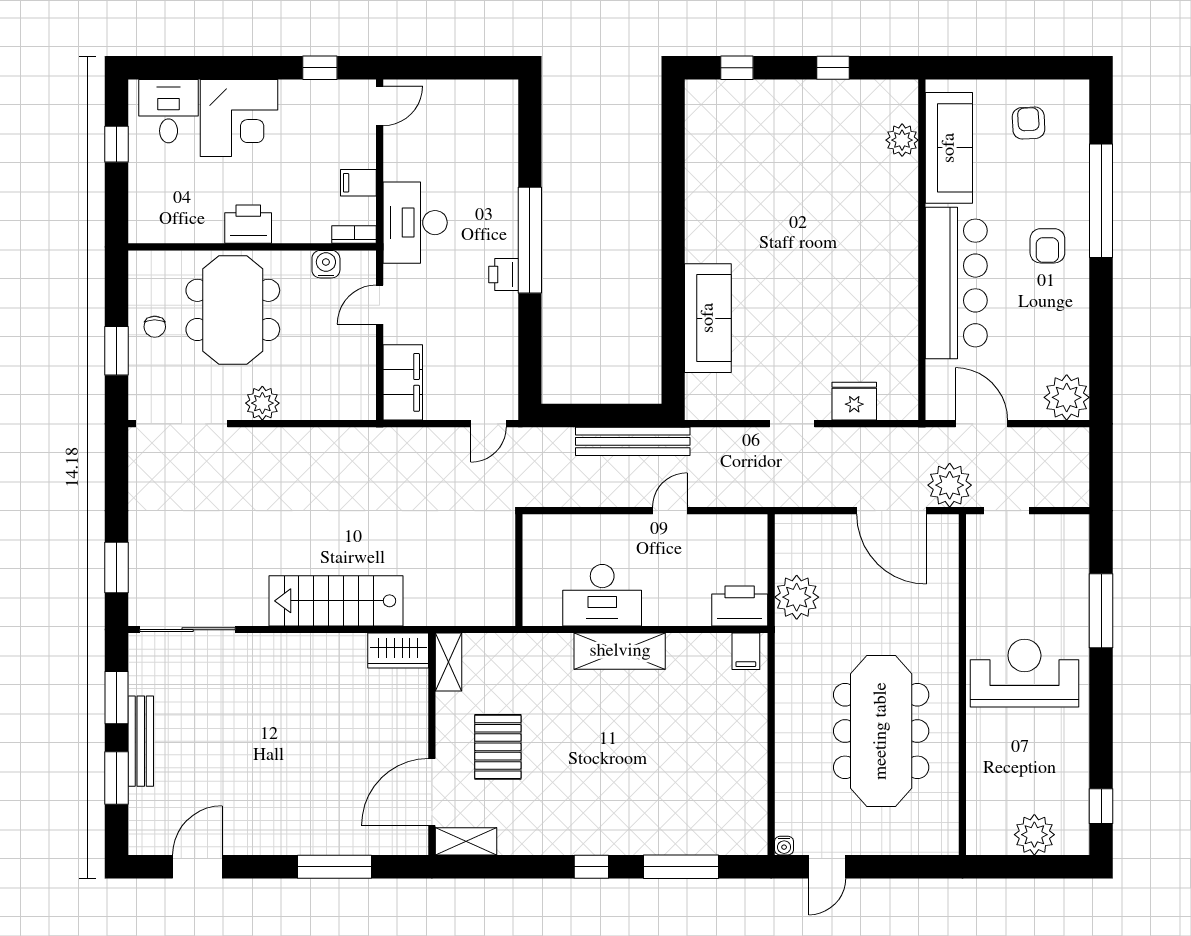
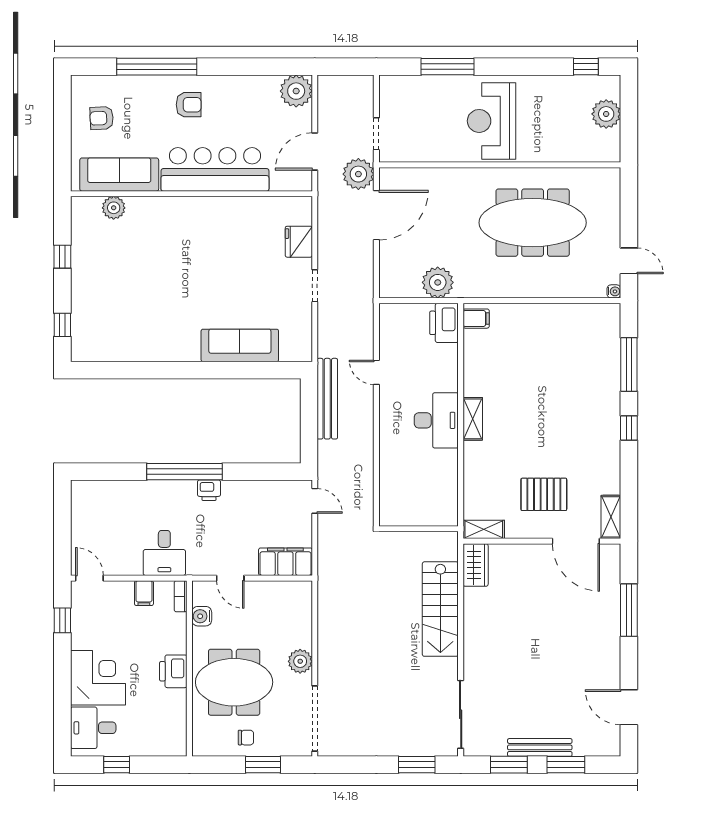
desk: (415, 223) -> (164, 553), width x0.73
wall: (519, 570) -> (419, 529), moved
shelving: (620, 651) -> (473, 419), width x0.67, depth x0.75

